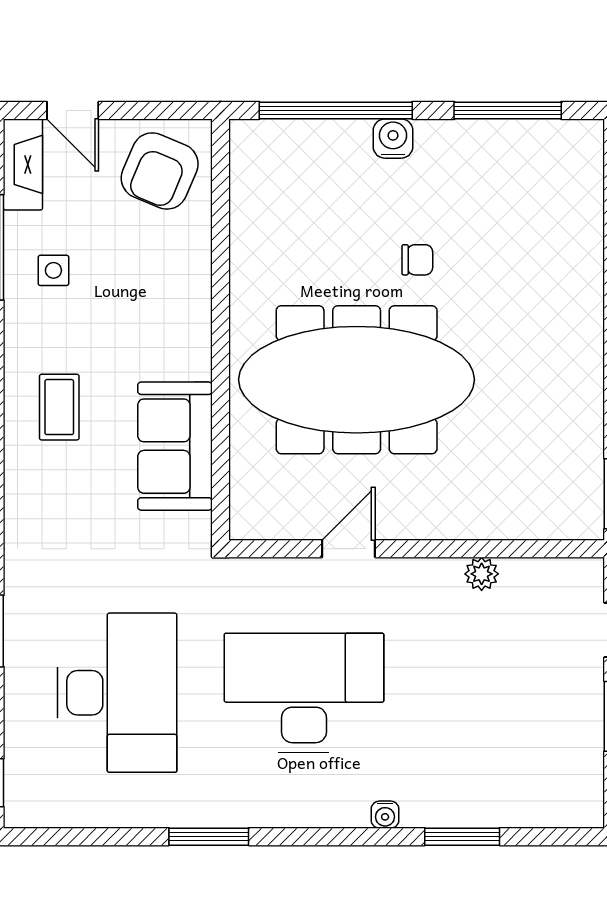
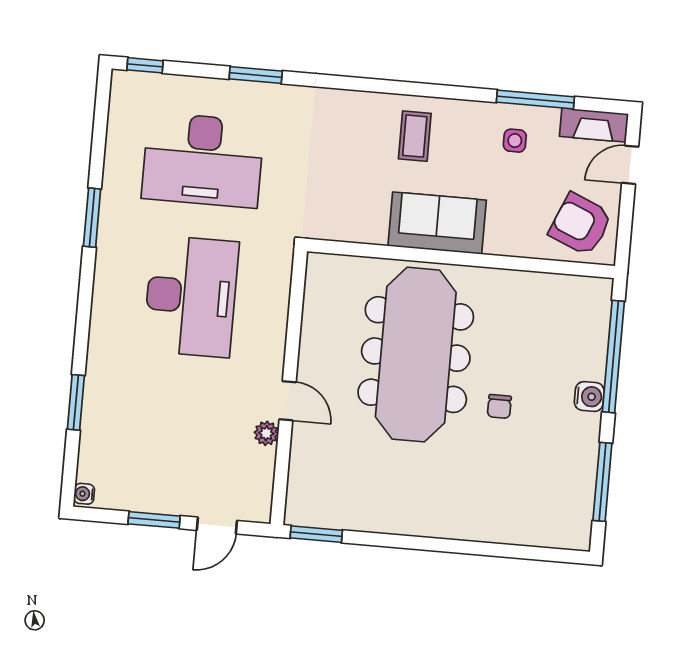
coffee table: (59, 407) -> (415, 136), turned 90
sofa: (175, 446) -> (437, 223), moved
door: (349, 549) -> (288, 401), moved
water cooler: (385, 815) -> (84, 494), moved

